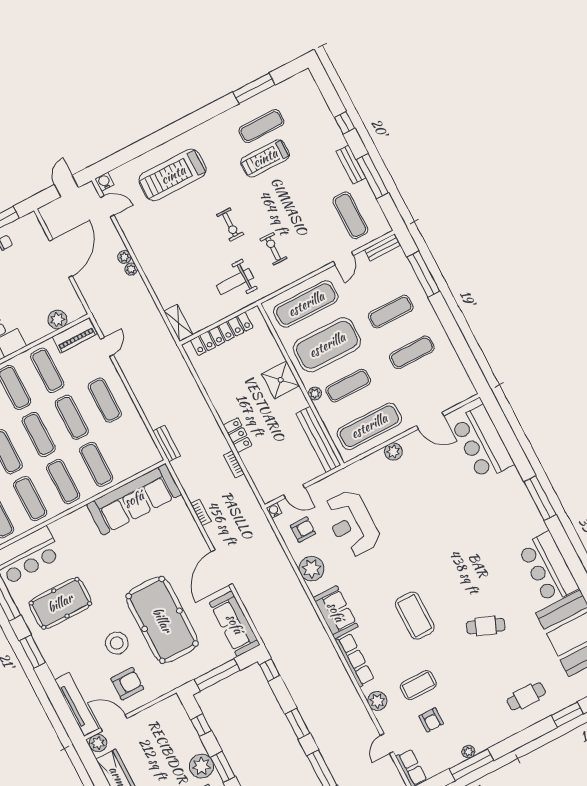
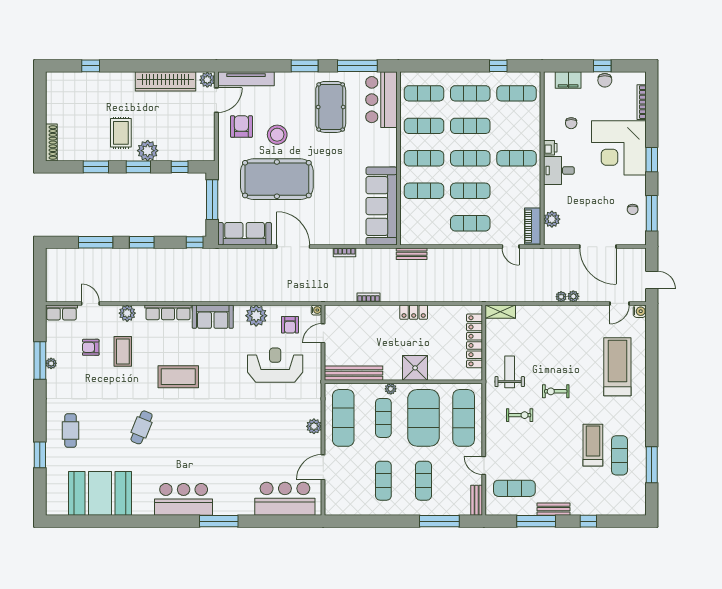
exercise mat: (47, 370) -> (517, 191), removed
locker: (238, 435) -> (414, 312), moved
bar counter: (548, 568) -> (184, 499), moved
armchair: (127, 684) -> (241, 126), turned 180

